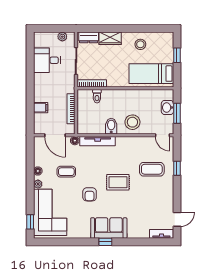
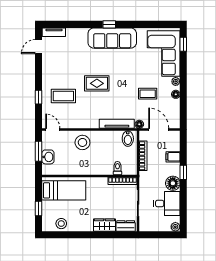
plant: (62, 37) -> (175, 227), moved
stool: (140, 44) -> (61, 224), moved
floor lamp: (41, 81) -> (173, 183), added
window: (30, 92) -> (183, 172), added
bidet: (111, 126) -> (128, 139), moved
armchair: (90, 194) -> (125, 71), removed
sofa: (109, 228) -> (112, 38), width x1.36

